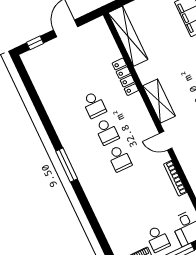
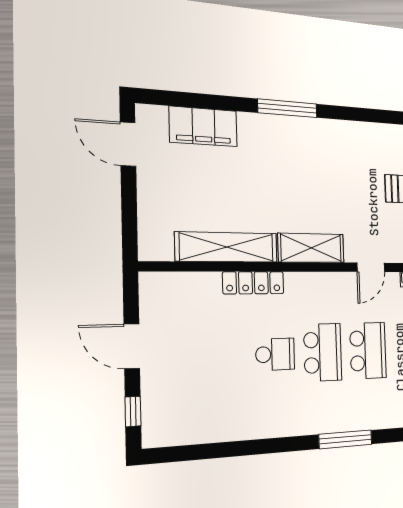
shelving: (128, 36) -> (227, 247), moved
school desk: (107, 132) -> (323, 352), width x1.85
school desk: (120, 158) -> (368, 351), width x1.85

